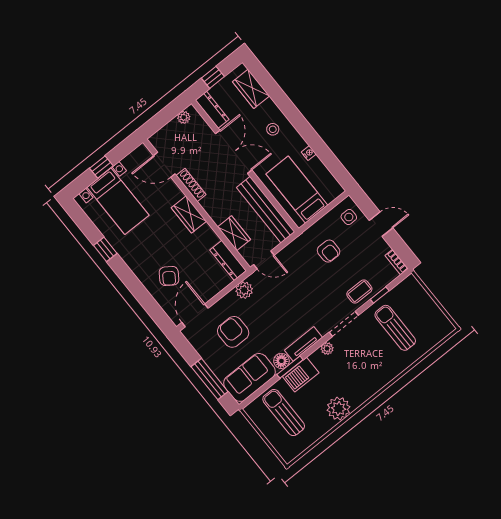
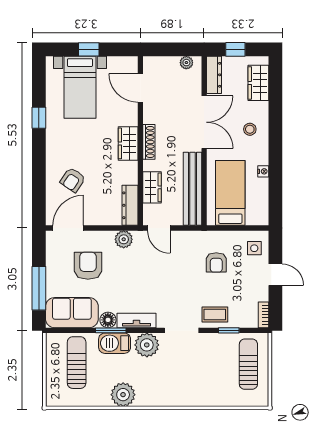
shoe rack: (191, 185) -> (149, 142), moved
sun lounger: (395, 328) -> (248, 364), moved
plant: (327, 349) -> (147, 345), width x1.88, depth x1.88

